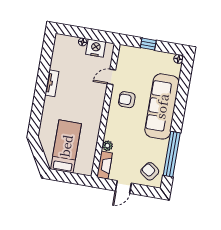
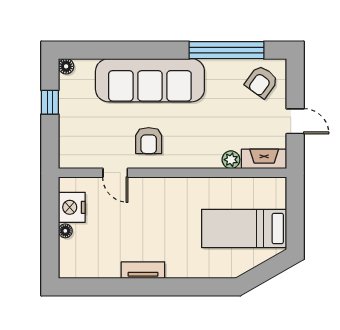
window: (148, 44) -> (50, 102), moved

